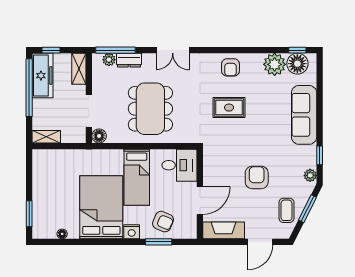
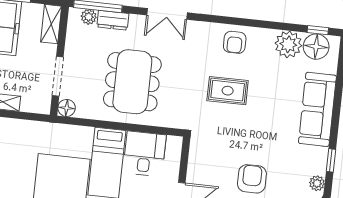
desk: (179, 165) -> (144, 154), moved, turned -90

